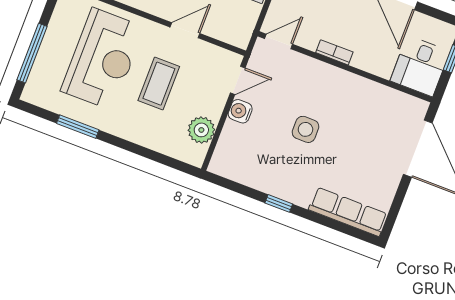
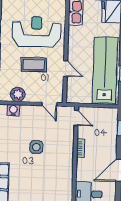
reception desk: (103, 59) -> (36, 32), turned 180
water cooler: (240, 111) -> (13, 110), moved

